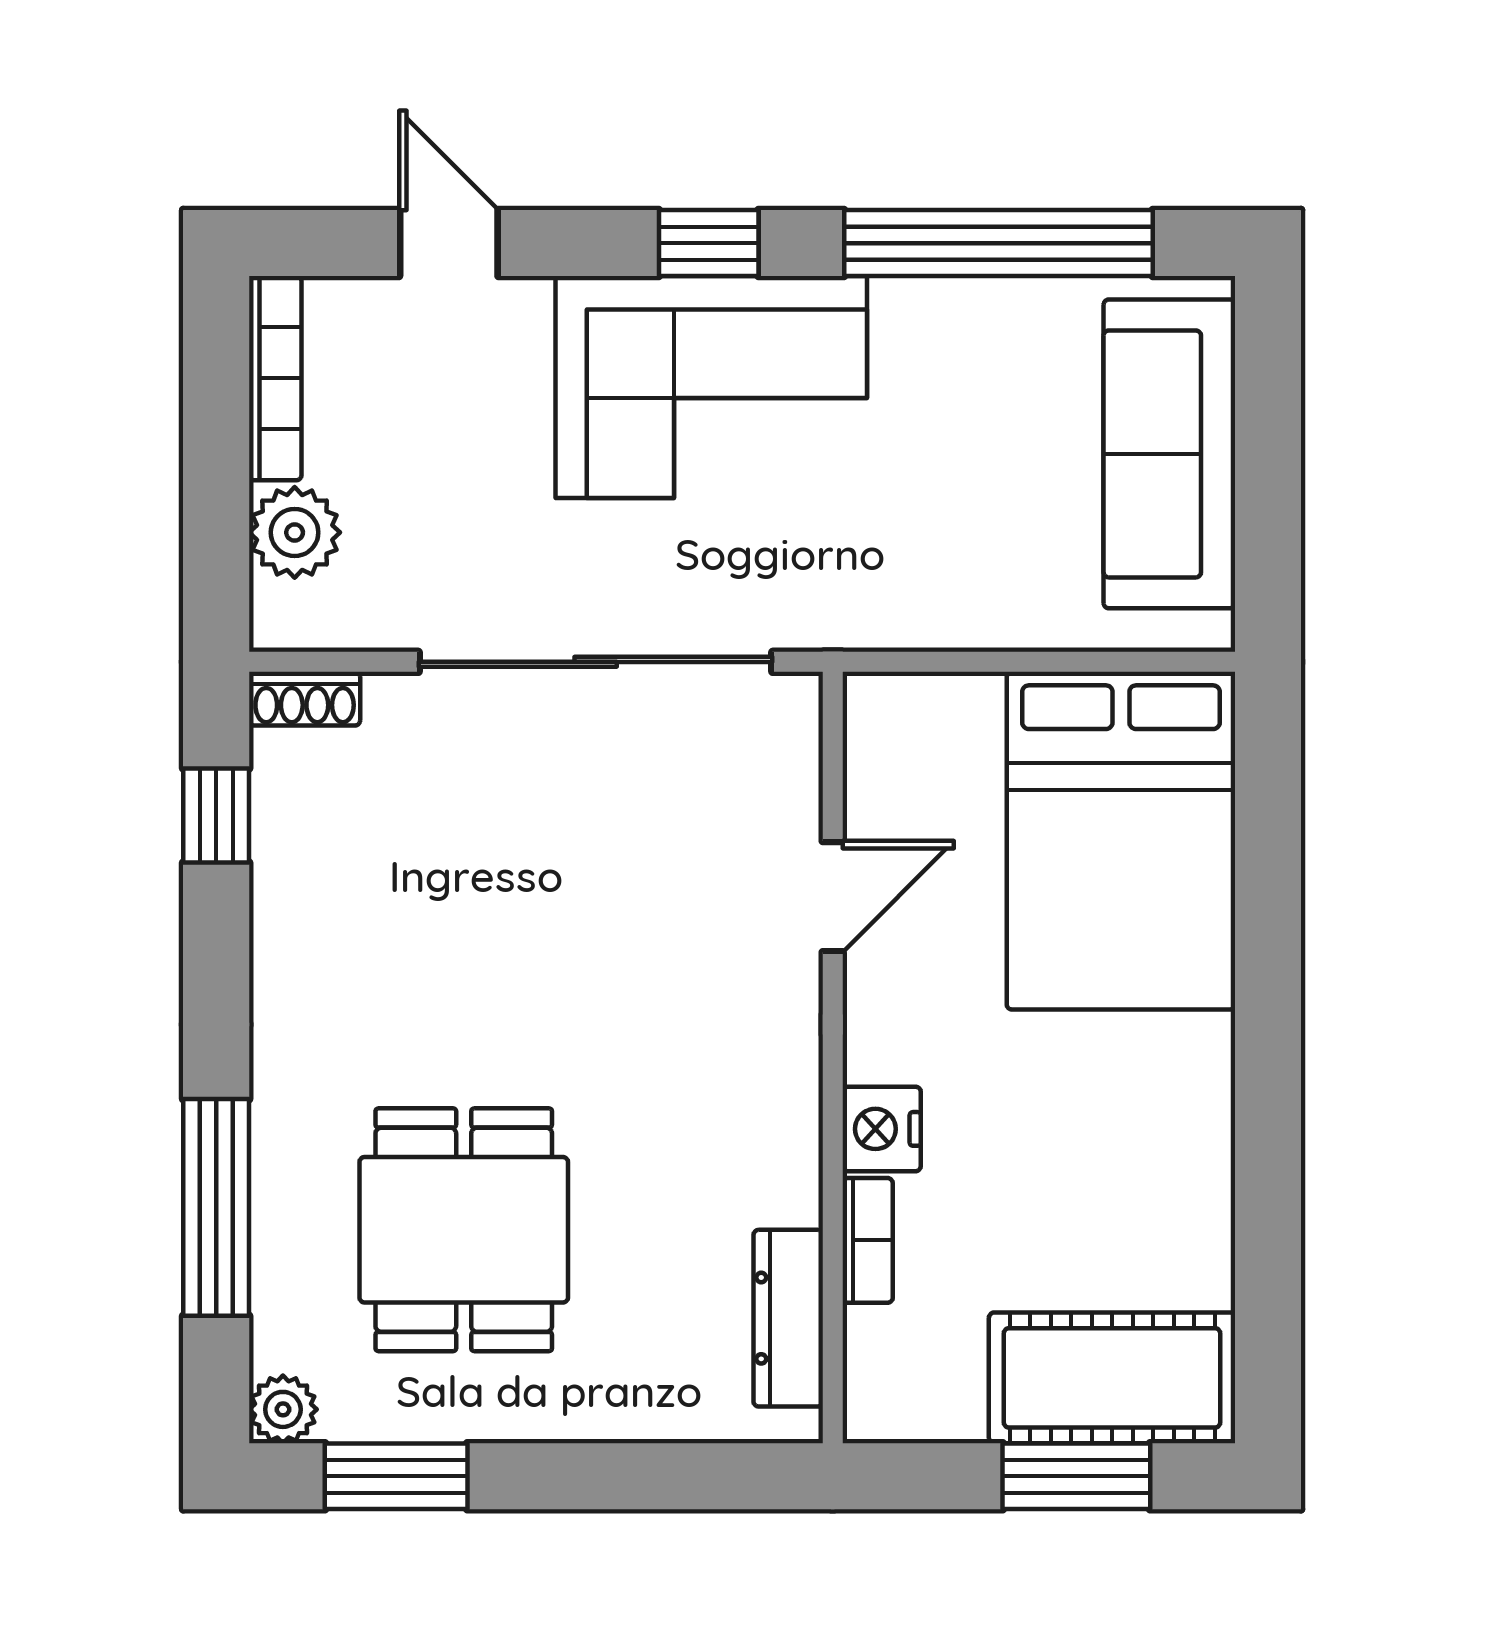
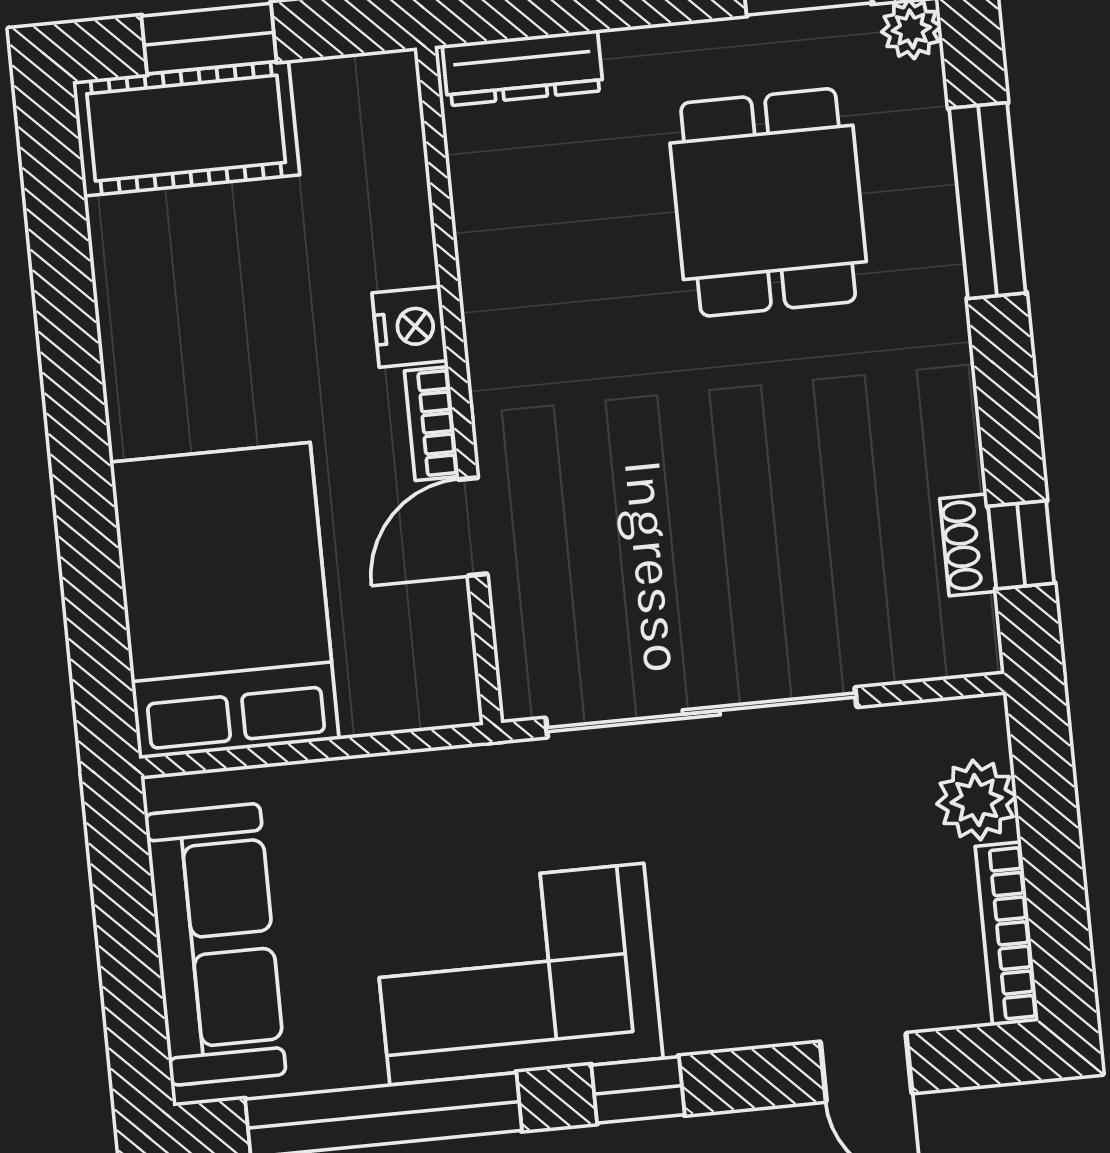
corner sofa: (711, 387) -> (517, 974), moved
shoe rack: (305, 699) -> (968, 545), moved, turned -90
bookcase: (868, 1240) -> (432, 424), moved
dresser: (788, 1318) -> (523, 68), moved, turned 90

